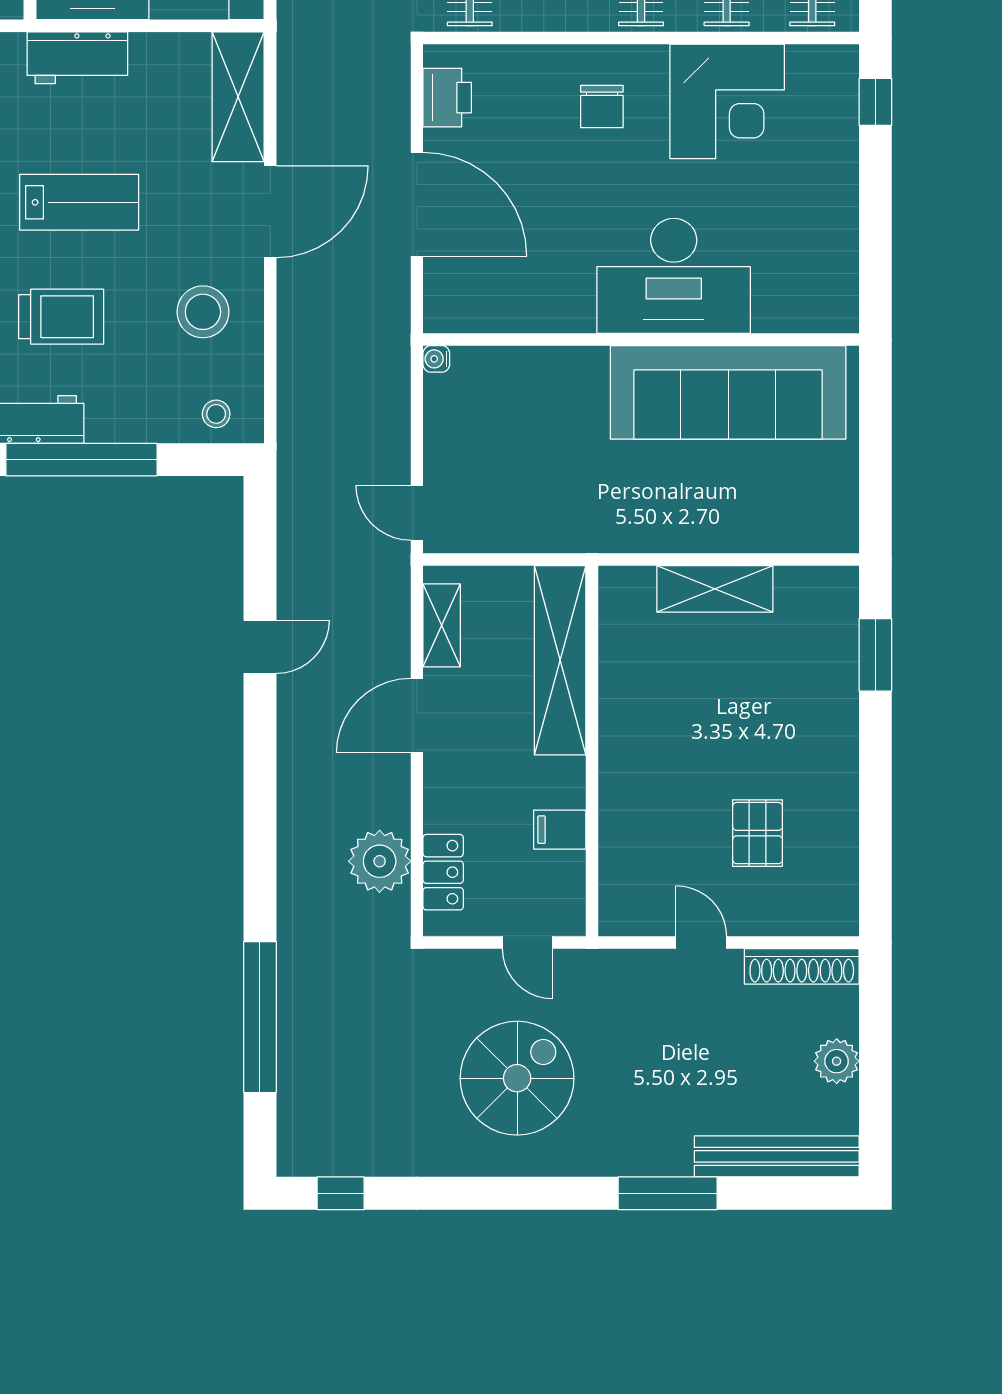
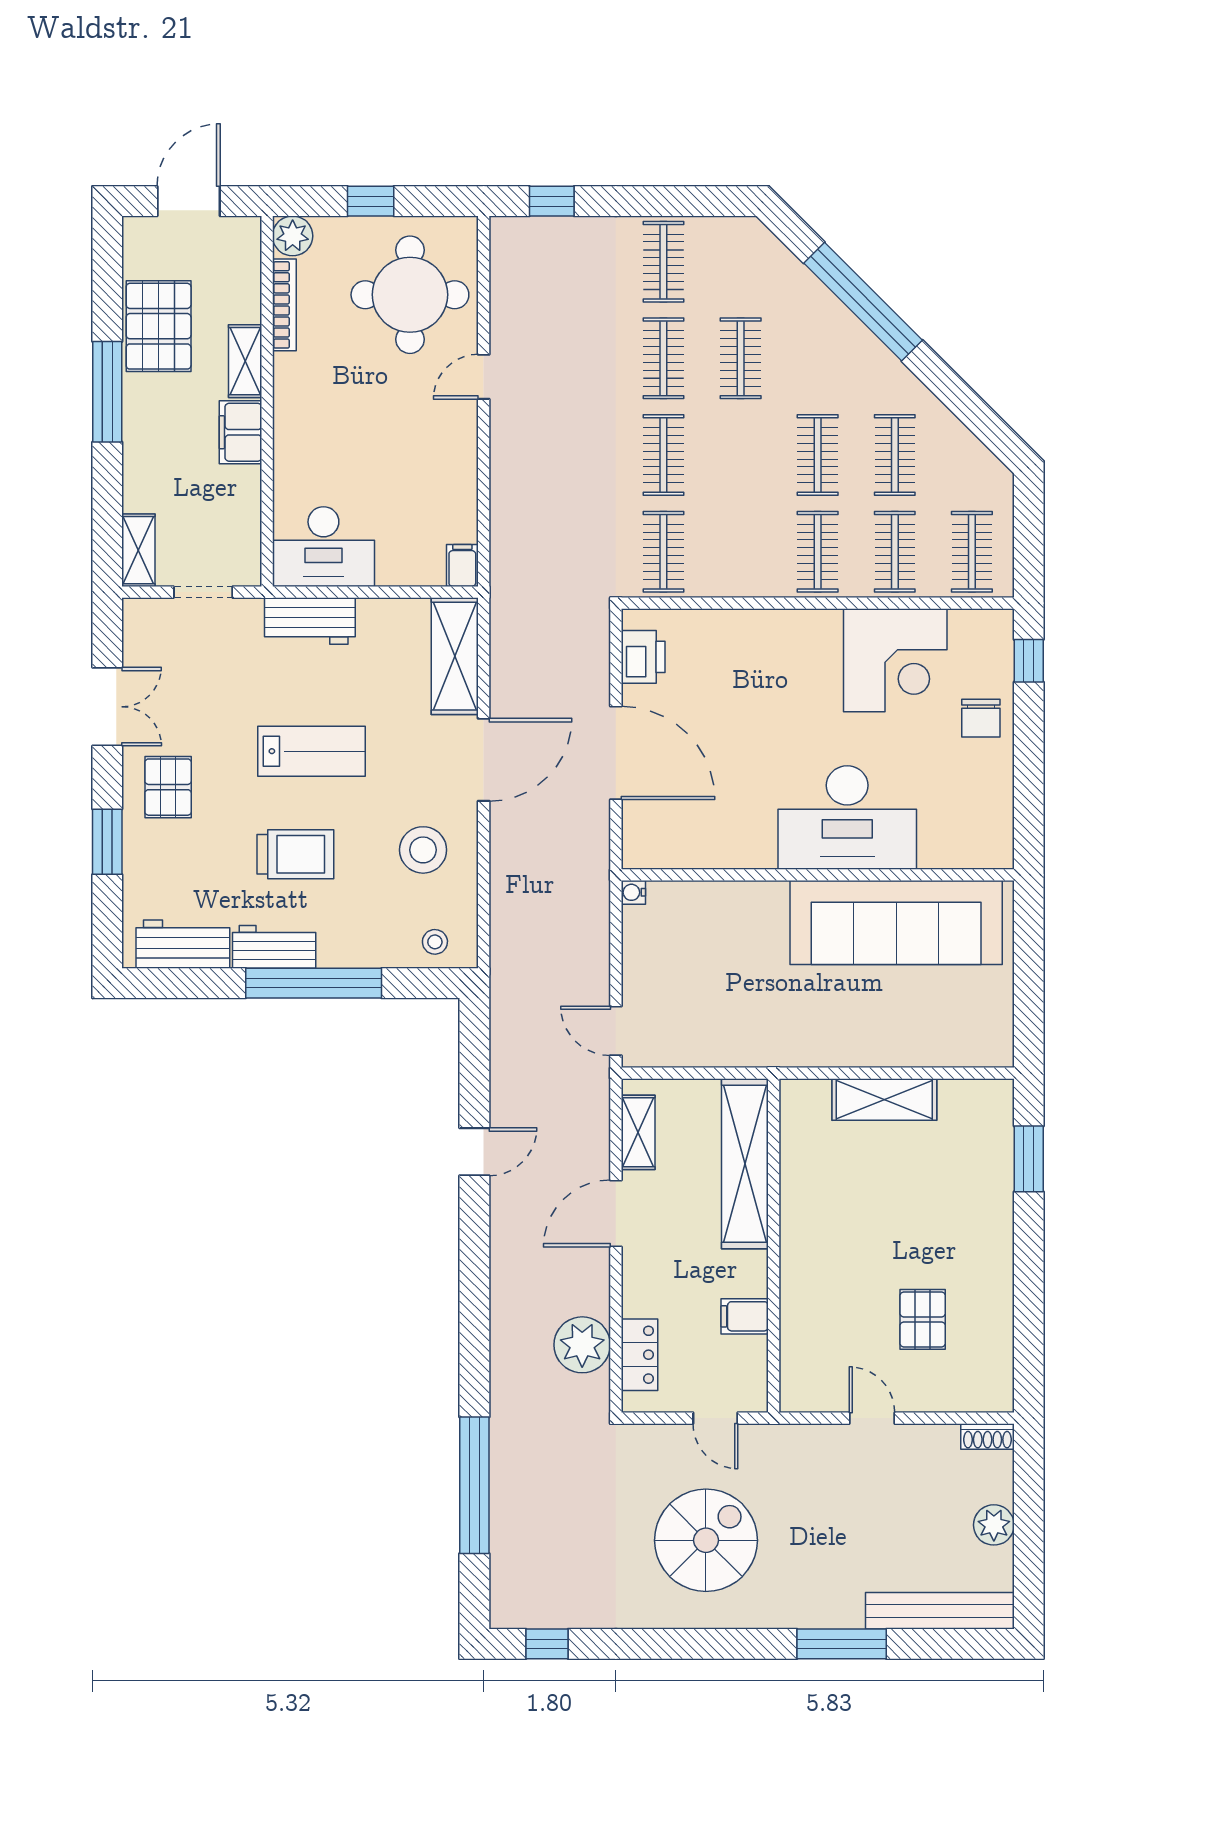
chair: (602, 106) -> (981, 718), moved
shoe rack: (802, 966) -> (988, 1437), width x0.51, depth x0.81

